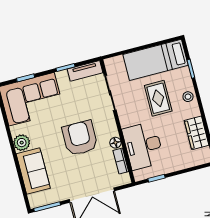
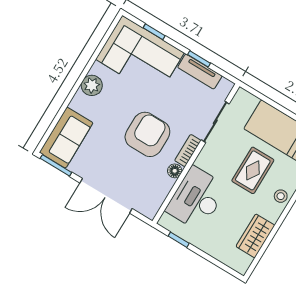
tv unit: (85, 71) -> (200, 72), moved
bookcase: (121, 161) -> (188, 151), moved
sofa: (33, 171) -> (66, 138), moved

